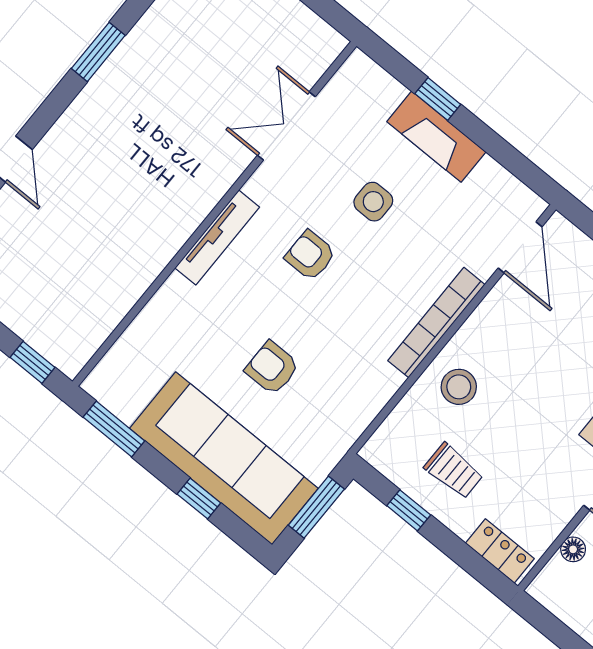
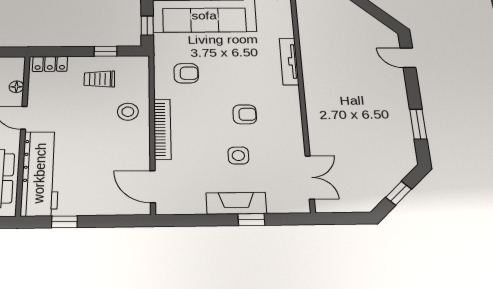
double door: (286, 126) -> (310, 177), moved
tv unit: (217, 237) -> (289, 61), moved
armchair: (272, 368) -> (186, 73), moved
window: (316, 507) -> (147, 26), width x0.67

